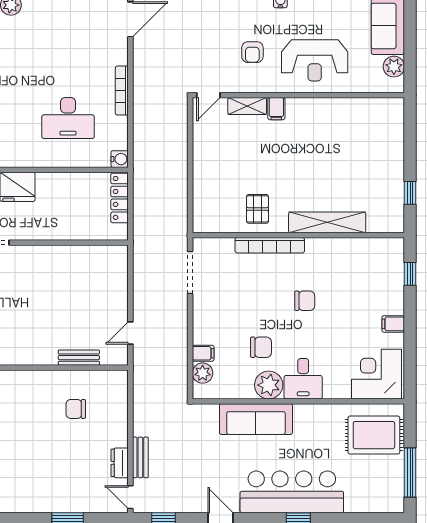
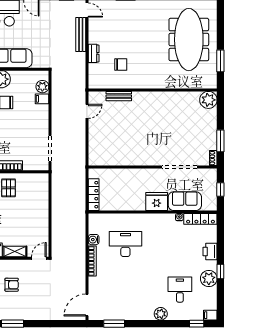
armchair: (252, 52) -> (12, 285), turned 90
water cooler: (120, 159) -> (94, 240), moved
bench: (140, 457) -> (81, 35), width x1.36
dresser: (120, 463) -> (94, 53), moved

